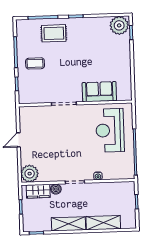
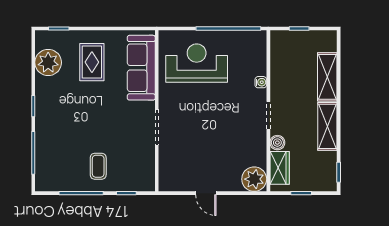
plant: (119, 25) -> (48, 62), moved
rug: (54, 33) -> (92, 62), moved
sofa: (99, 92) -> (141, 68), width x1.36
reception desk: (110, 130) -> (197, 63), turned 180

